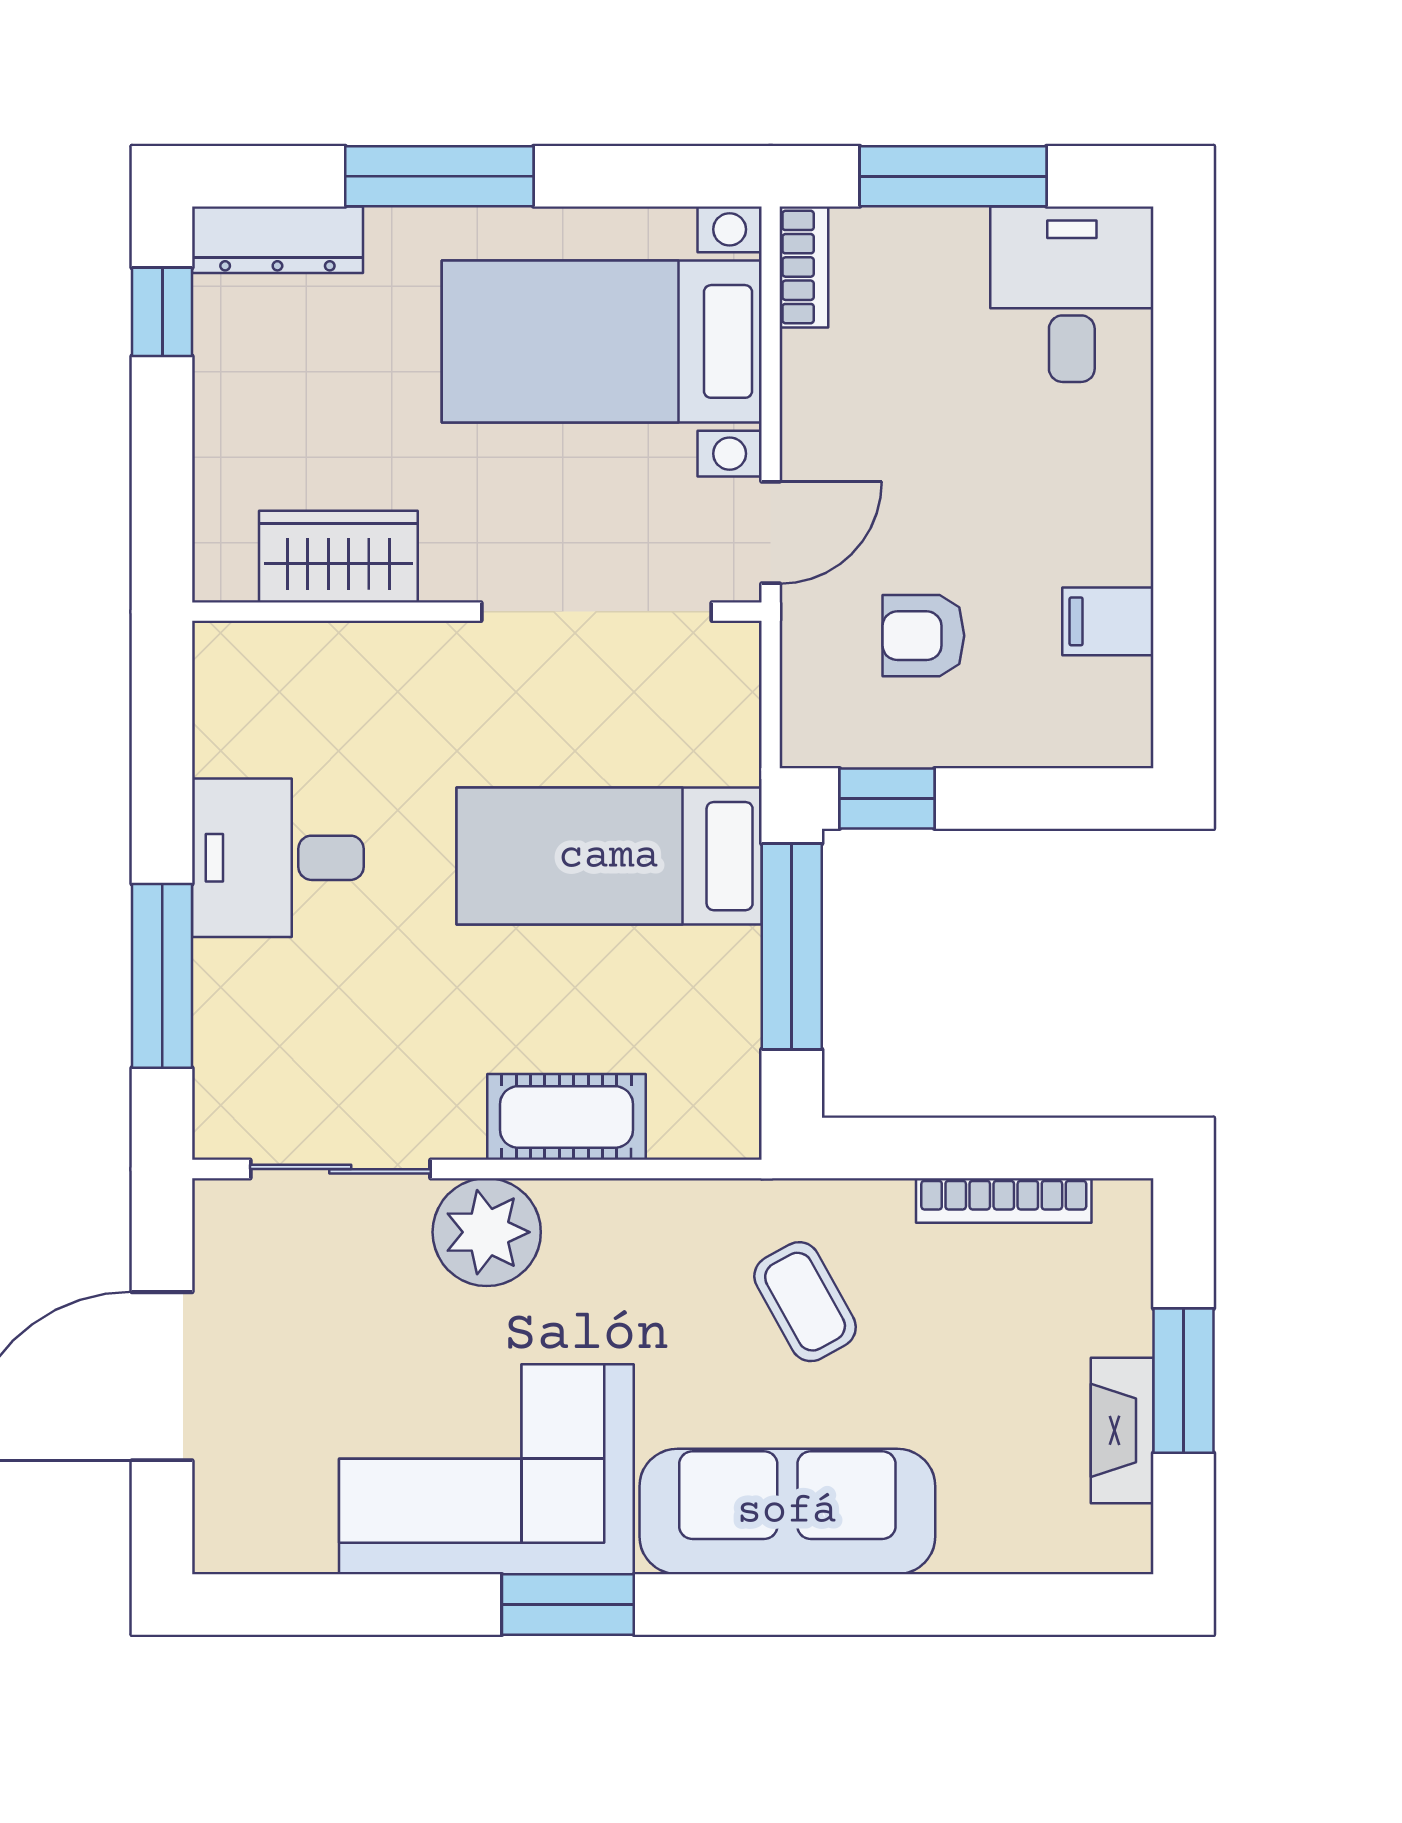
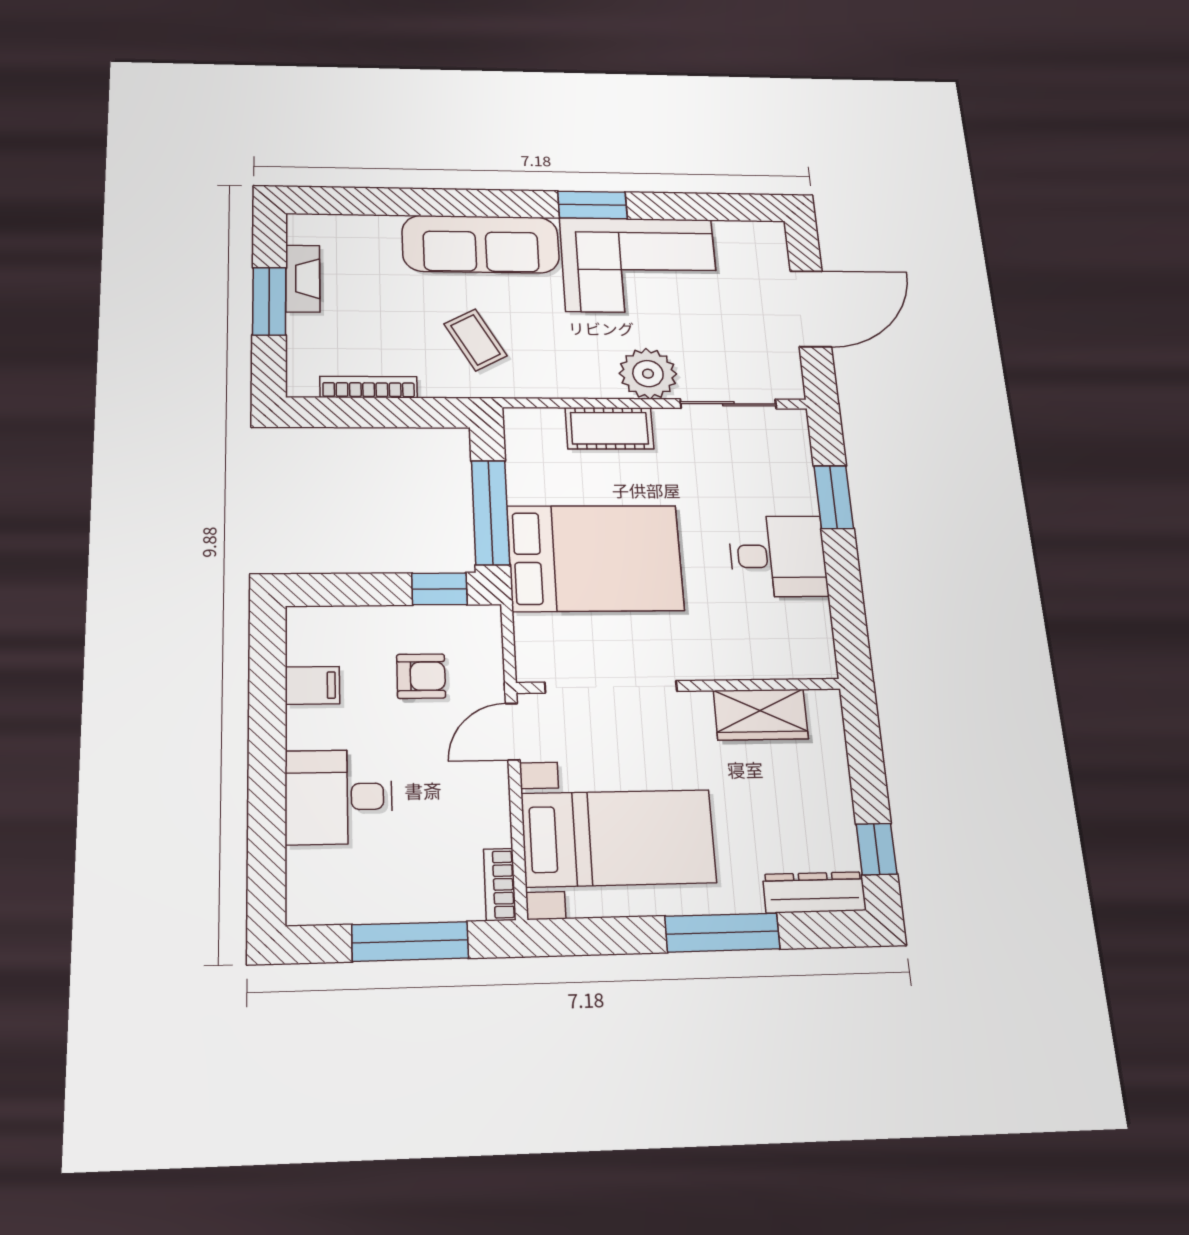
desk: (1072, 294) -> (339, 797), moved, turned 90
bed: (609, 856) -> (595, 558), width x1.50
window: (162, 976) -> (834, 497), width x0.69

